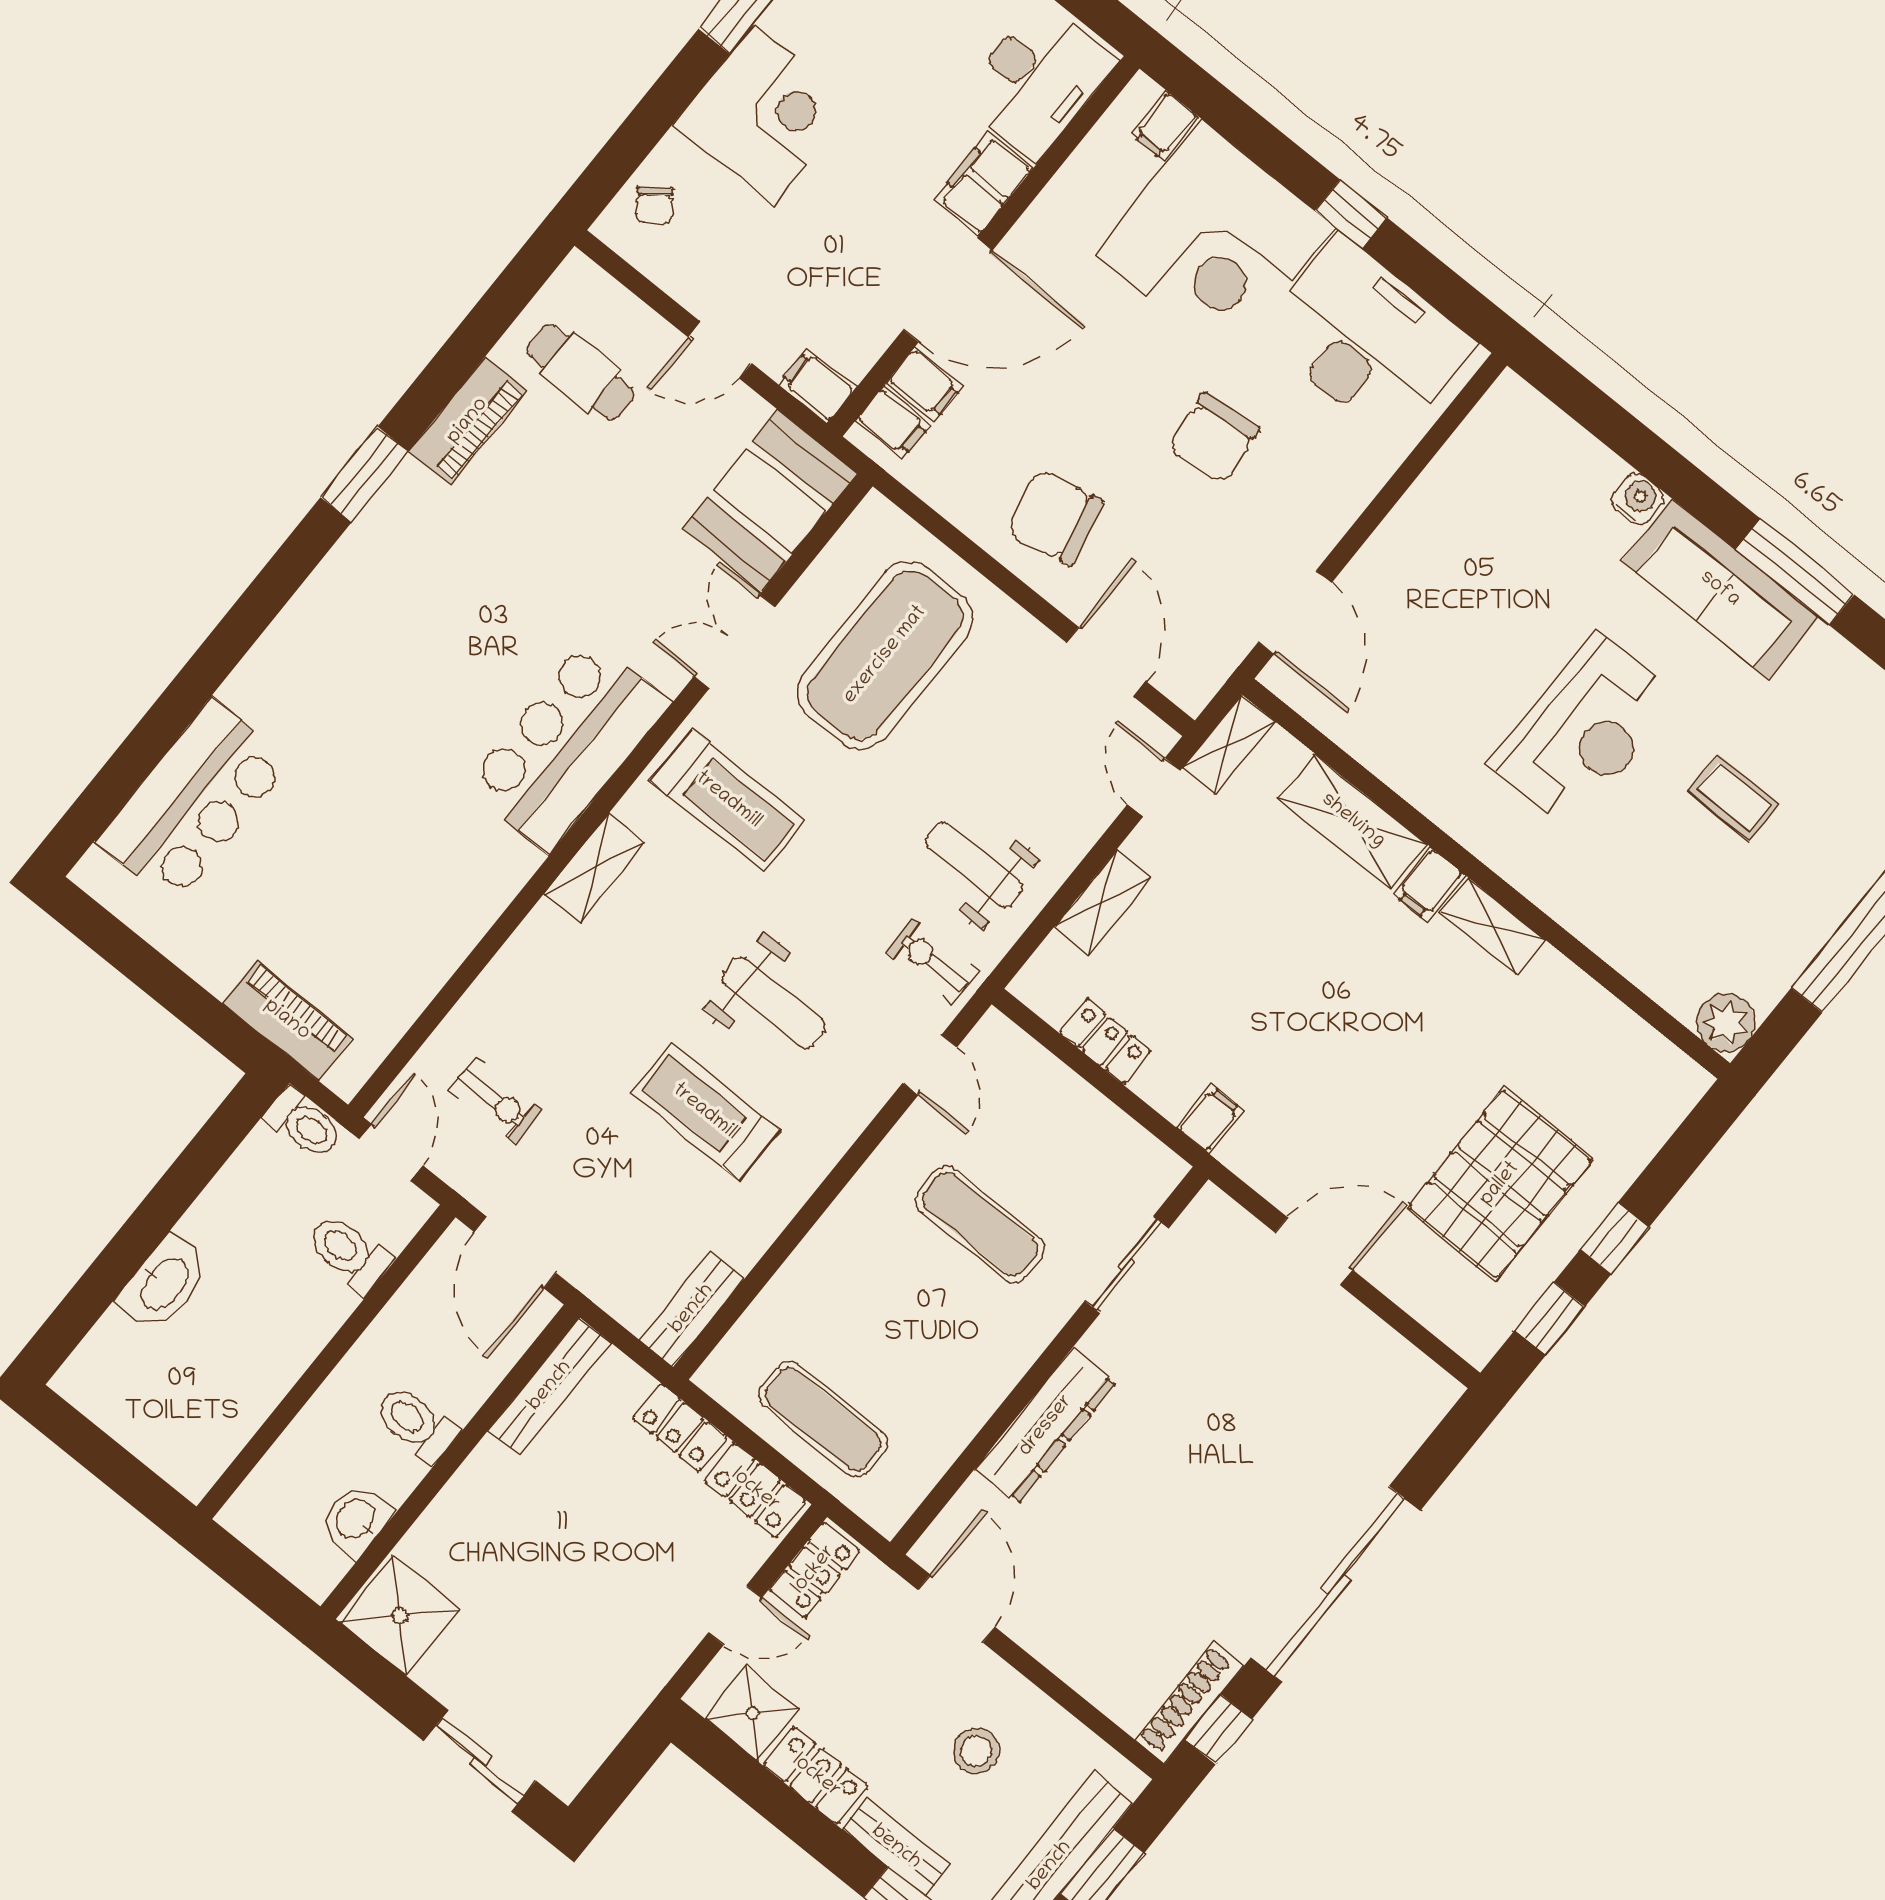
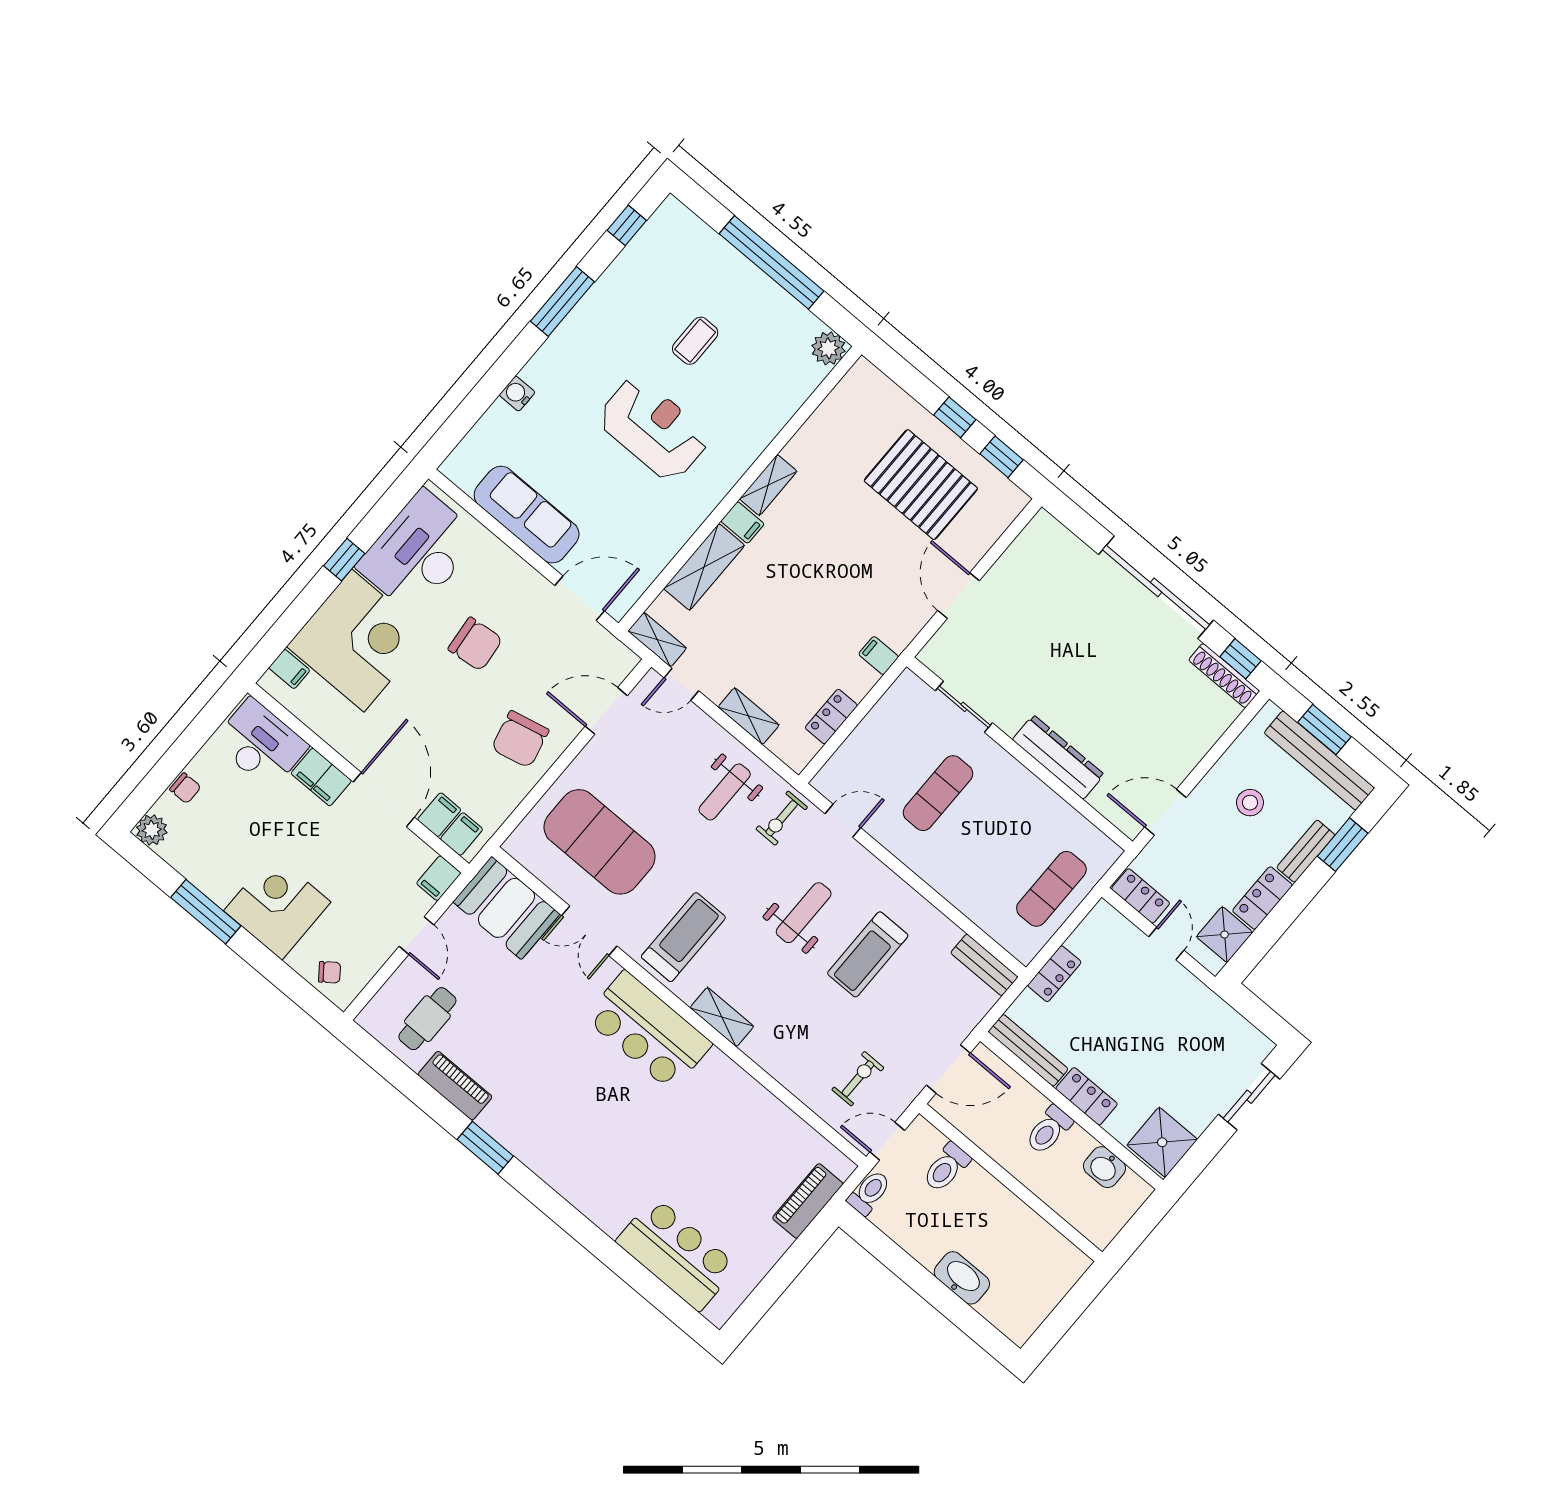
sofa: (1720, 589) -> (527, 515), moved, turned -90
locker: (755, 1490) -> (1087, 1096), moved, turned -90

